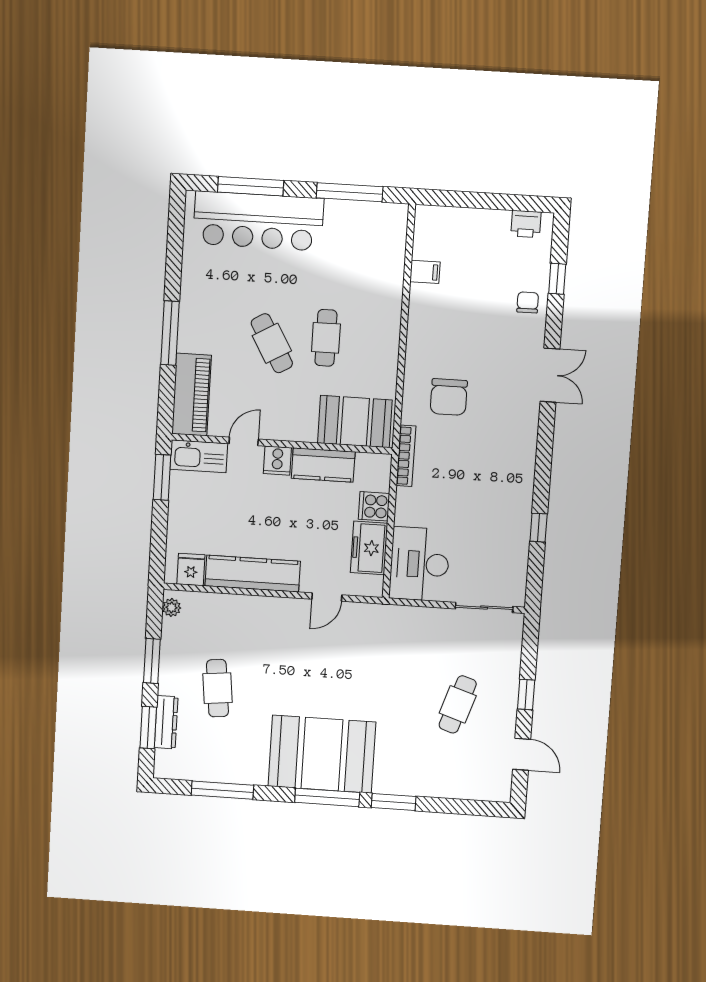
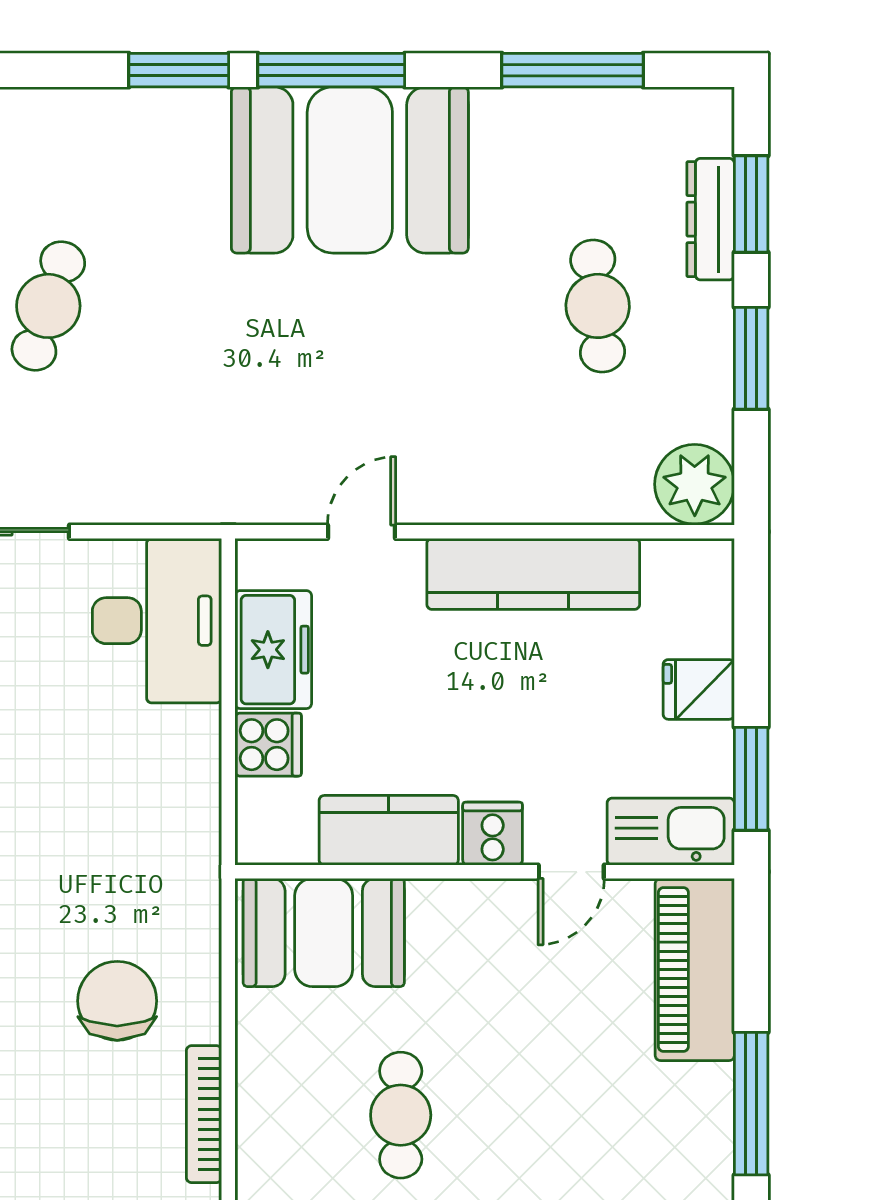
cafe table: (272, 343) -> (521, 1095), removed
bookcase: (406, 456) -> (204, 1114), moved
fridge: (191, 569) -> (699, 689), moved, turned 90
plant: (171, 607) -> (695, 484), width x1.87, depth x1.87

